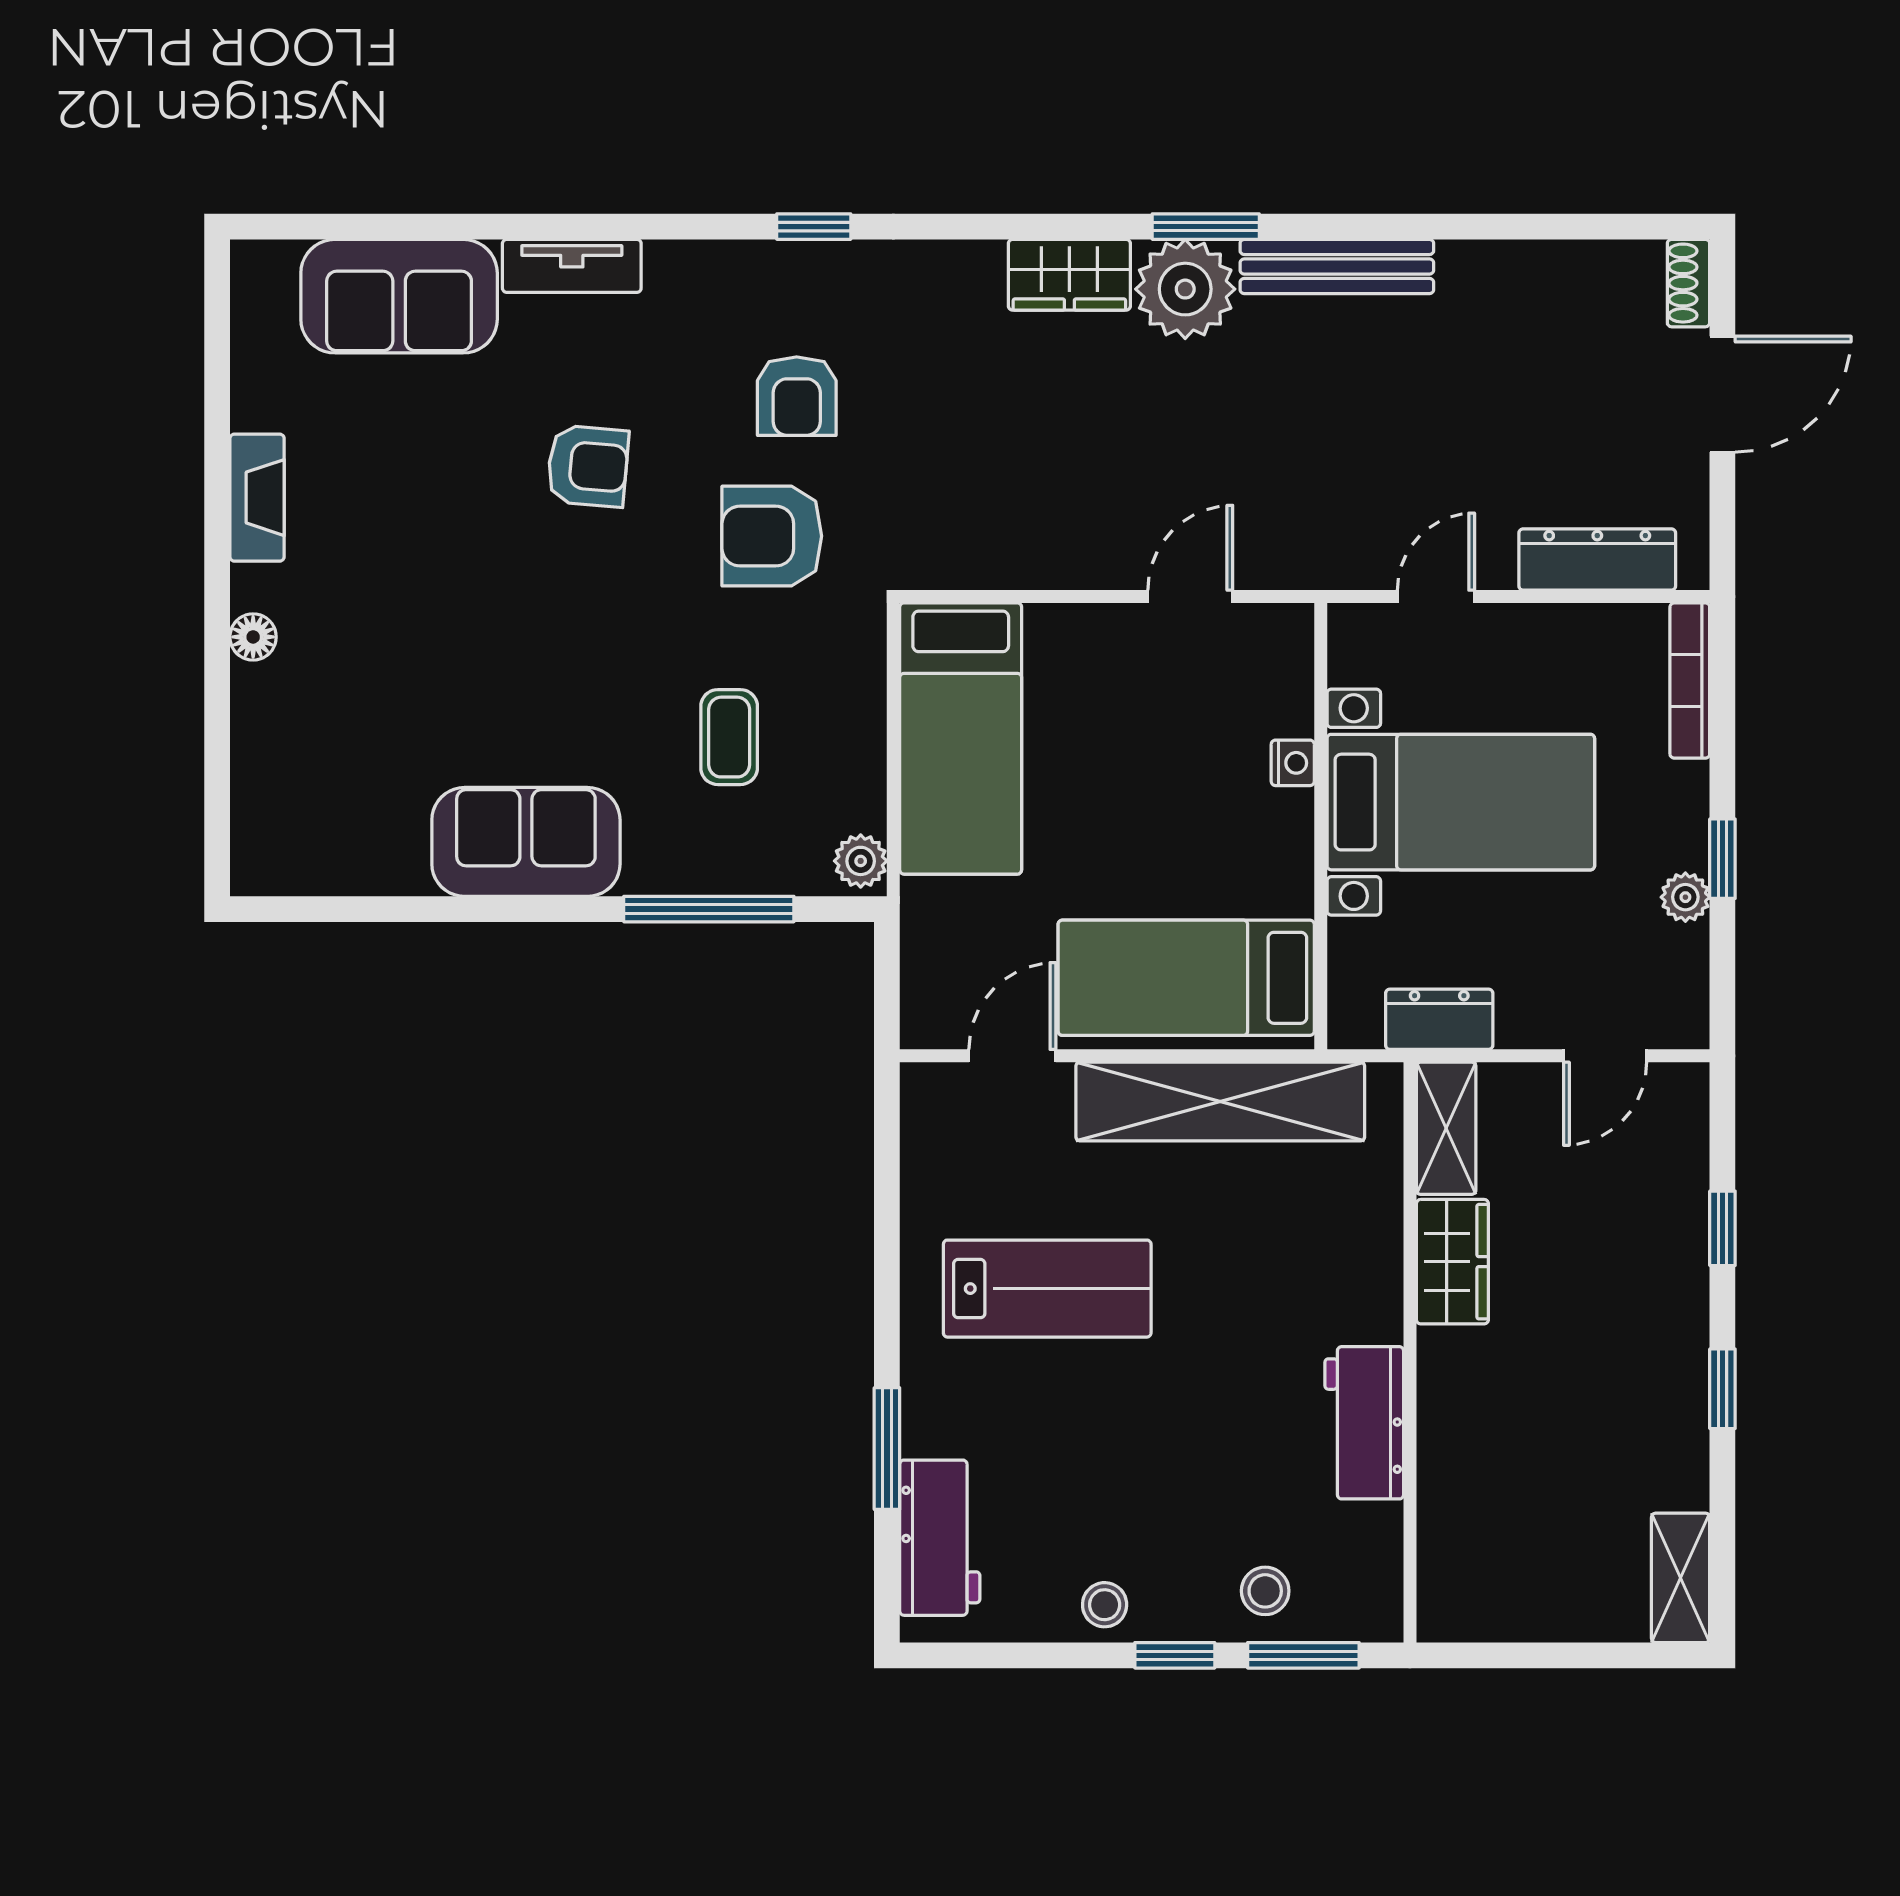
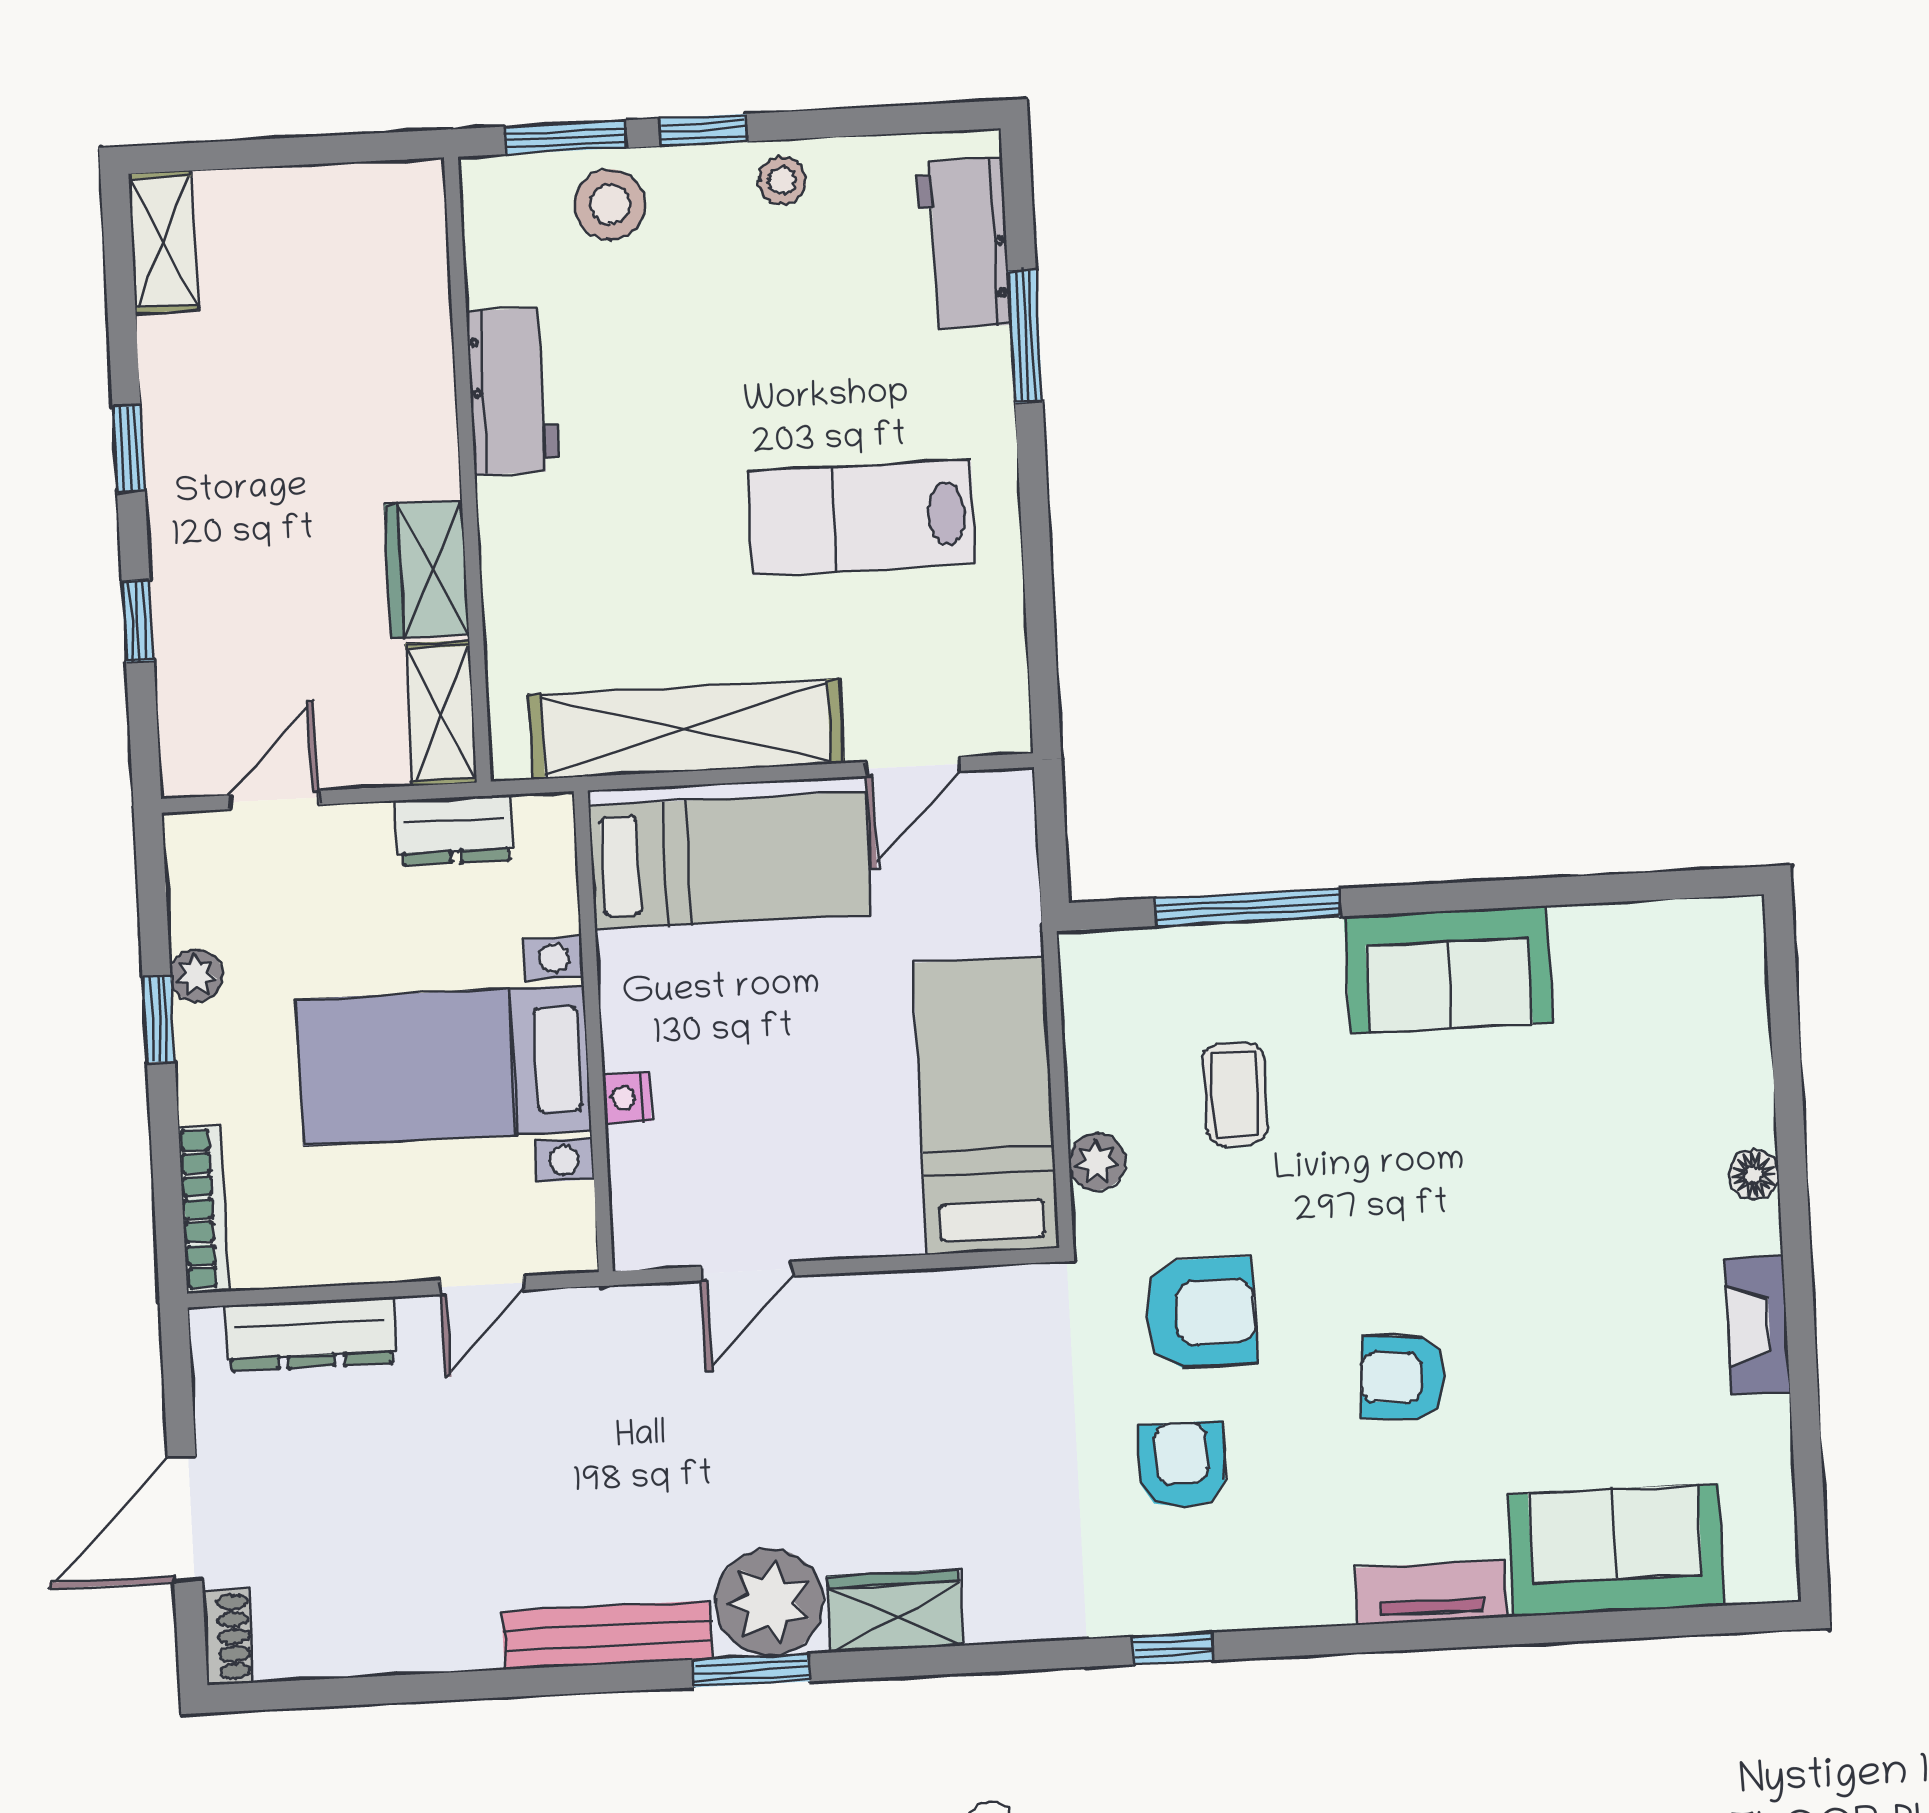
plant: (861, 861) -> (1097, 1162), moved
stool: (1265, 1591) -> (610, 204), width x1.37, depth x1.37

